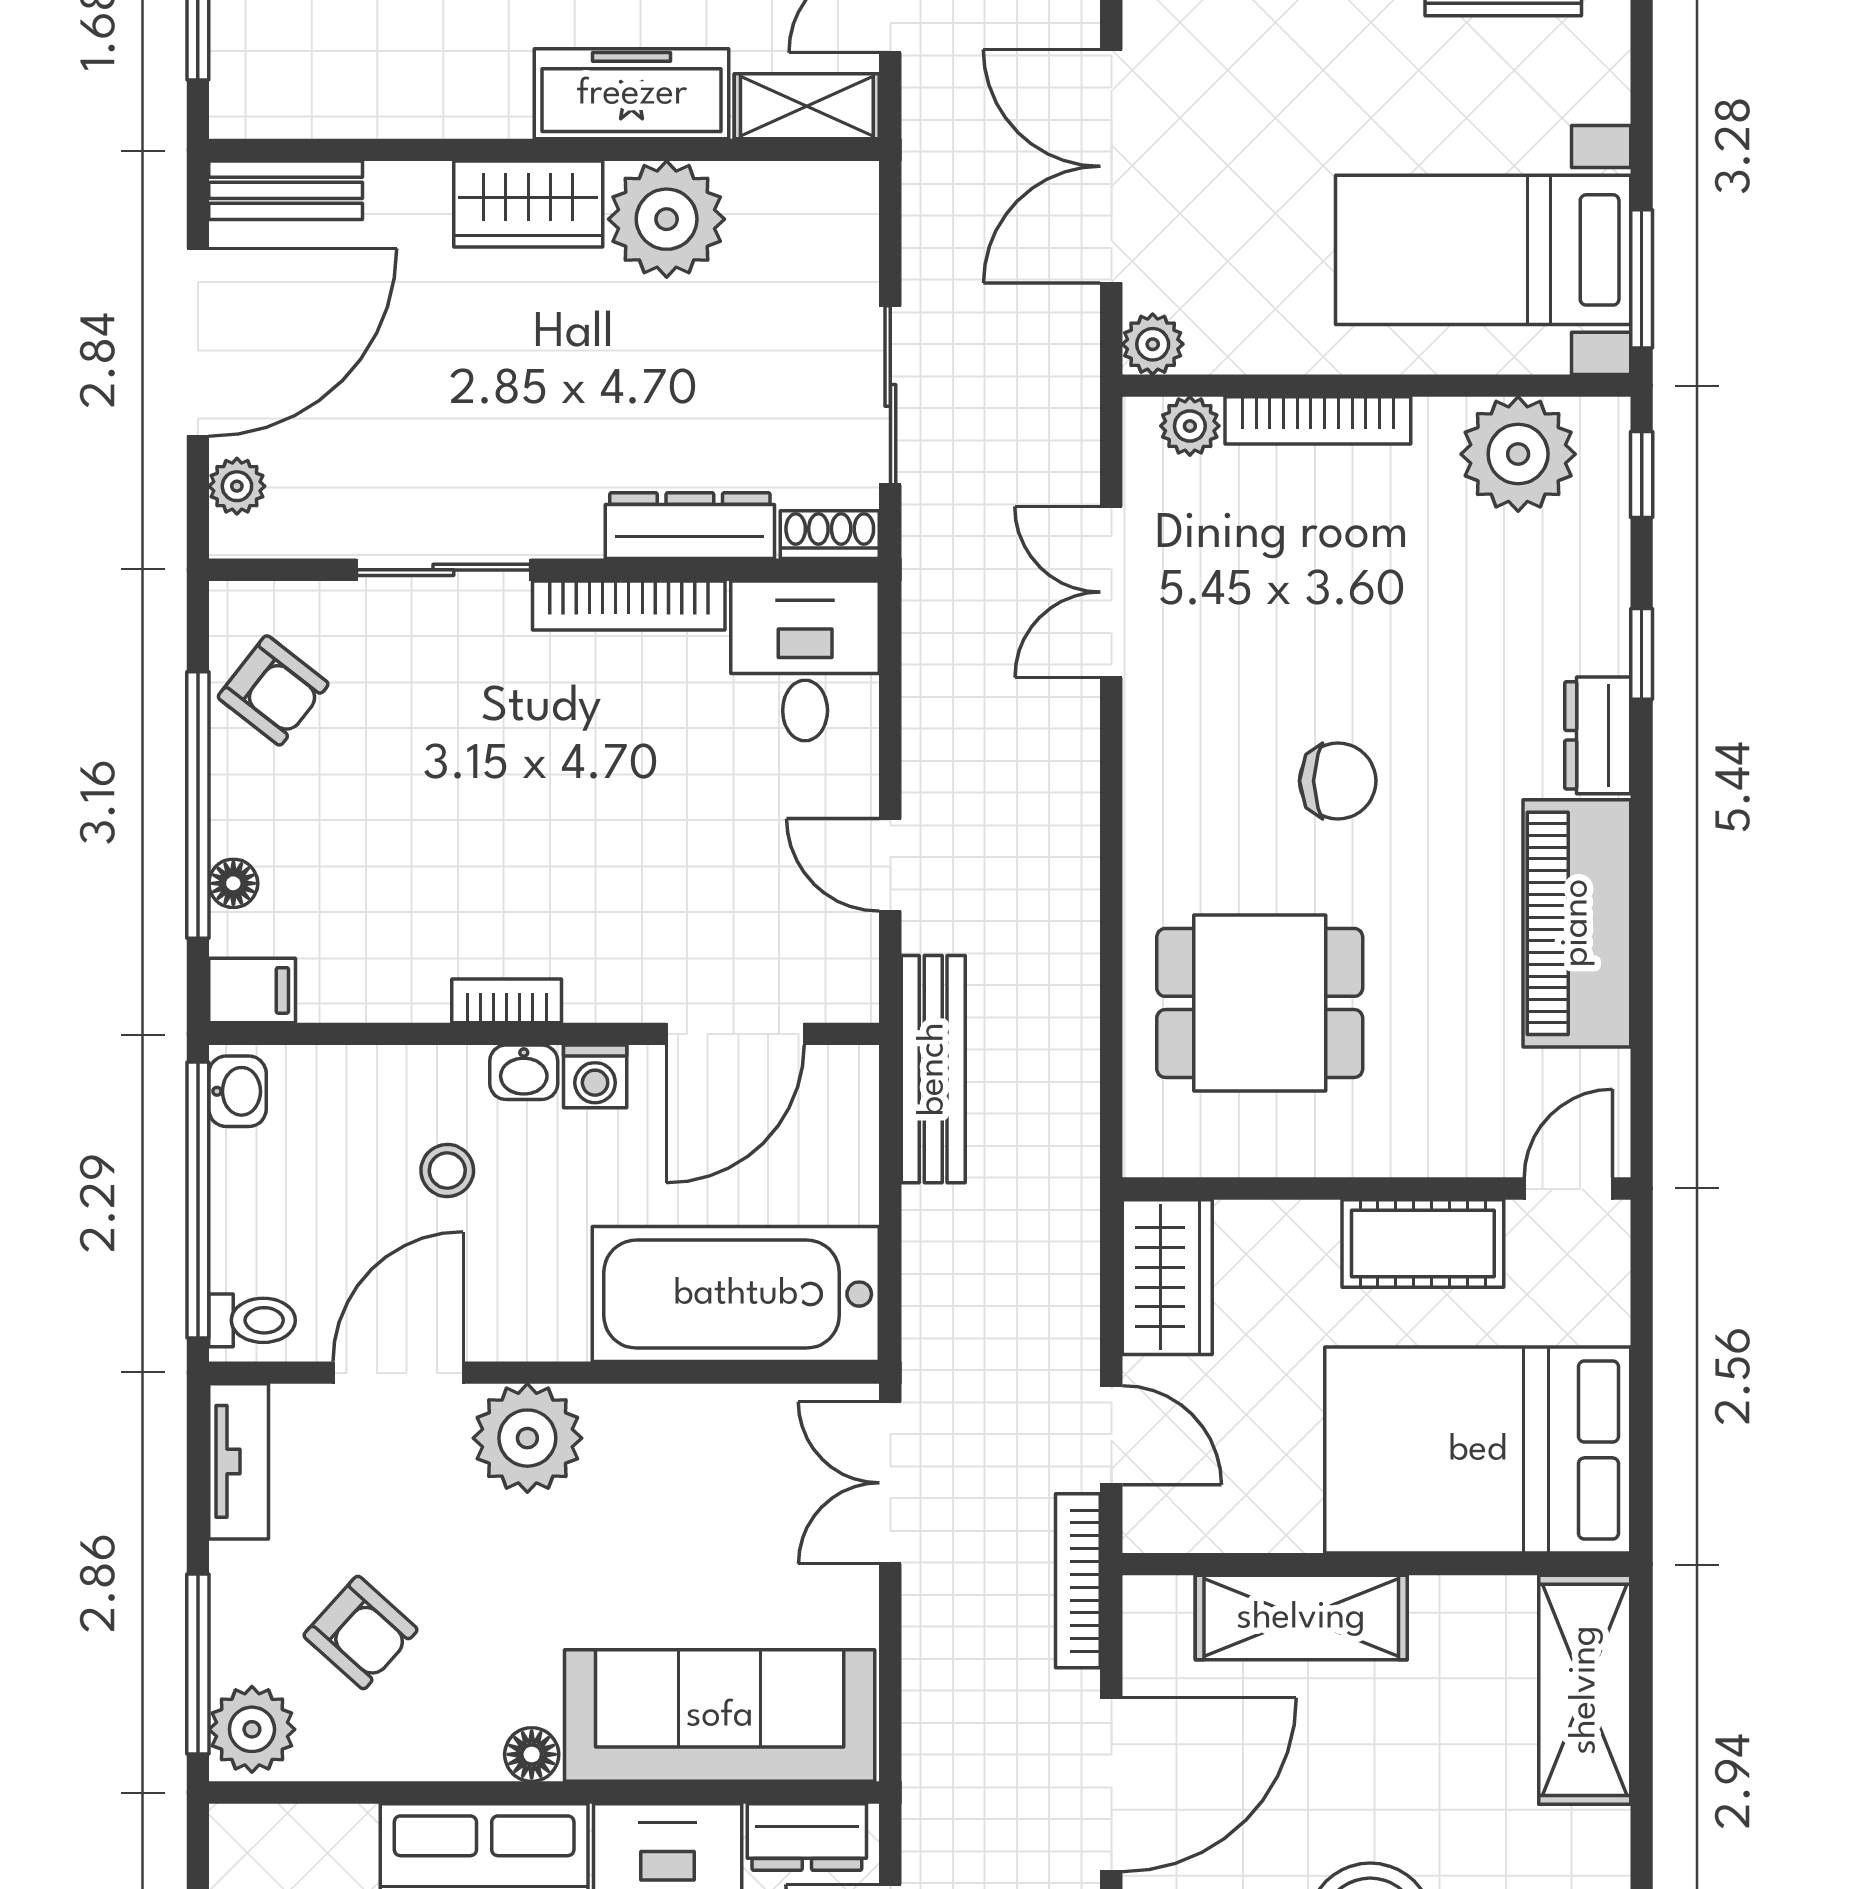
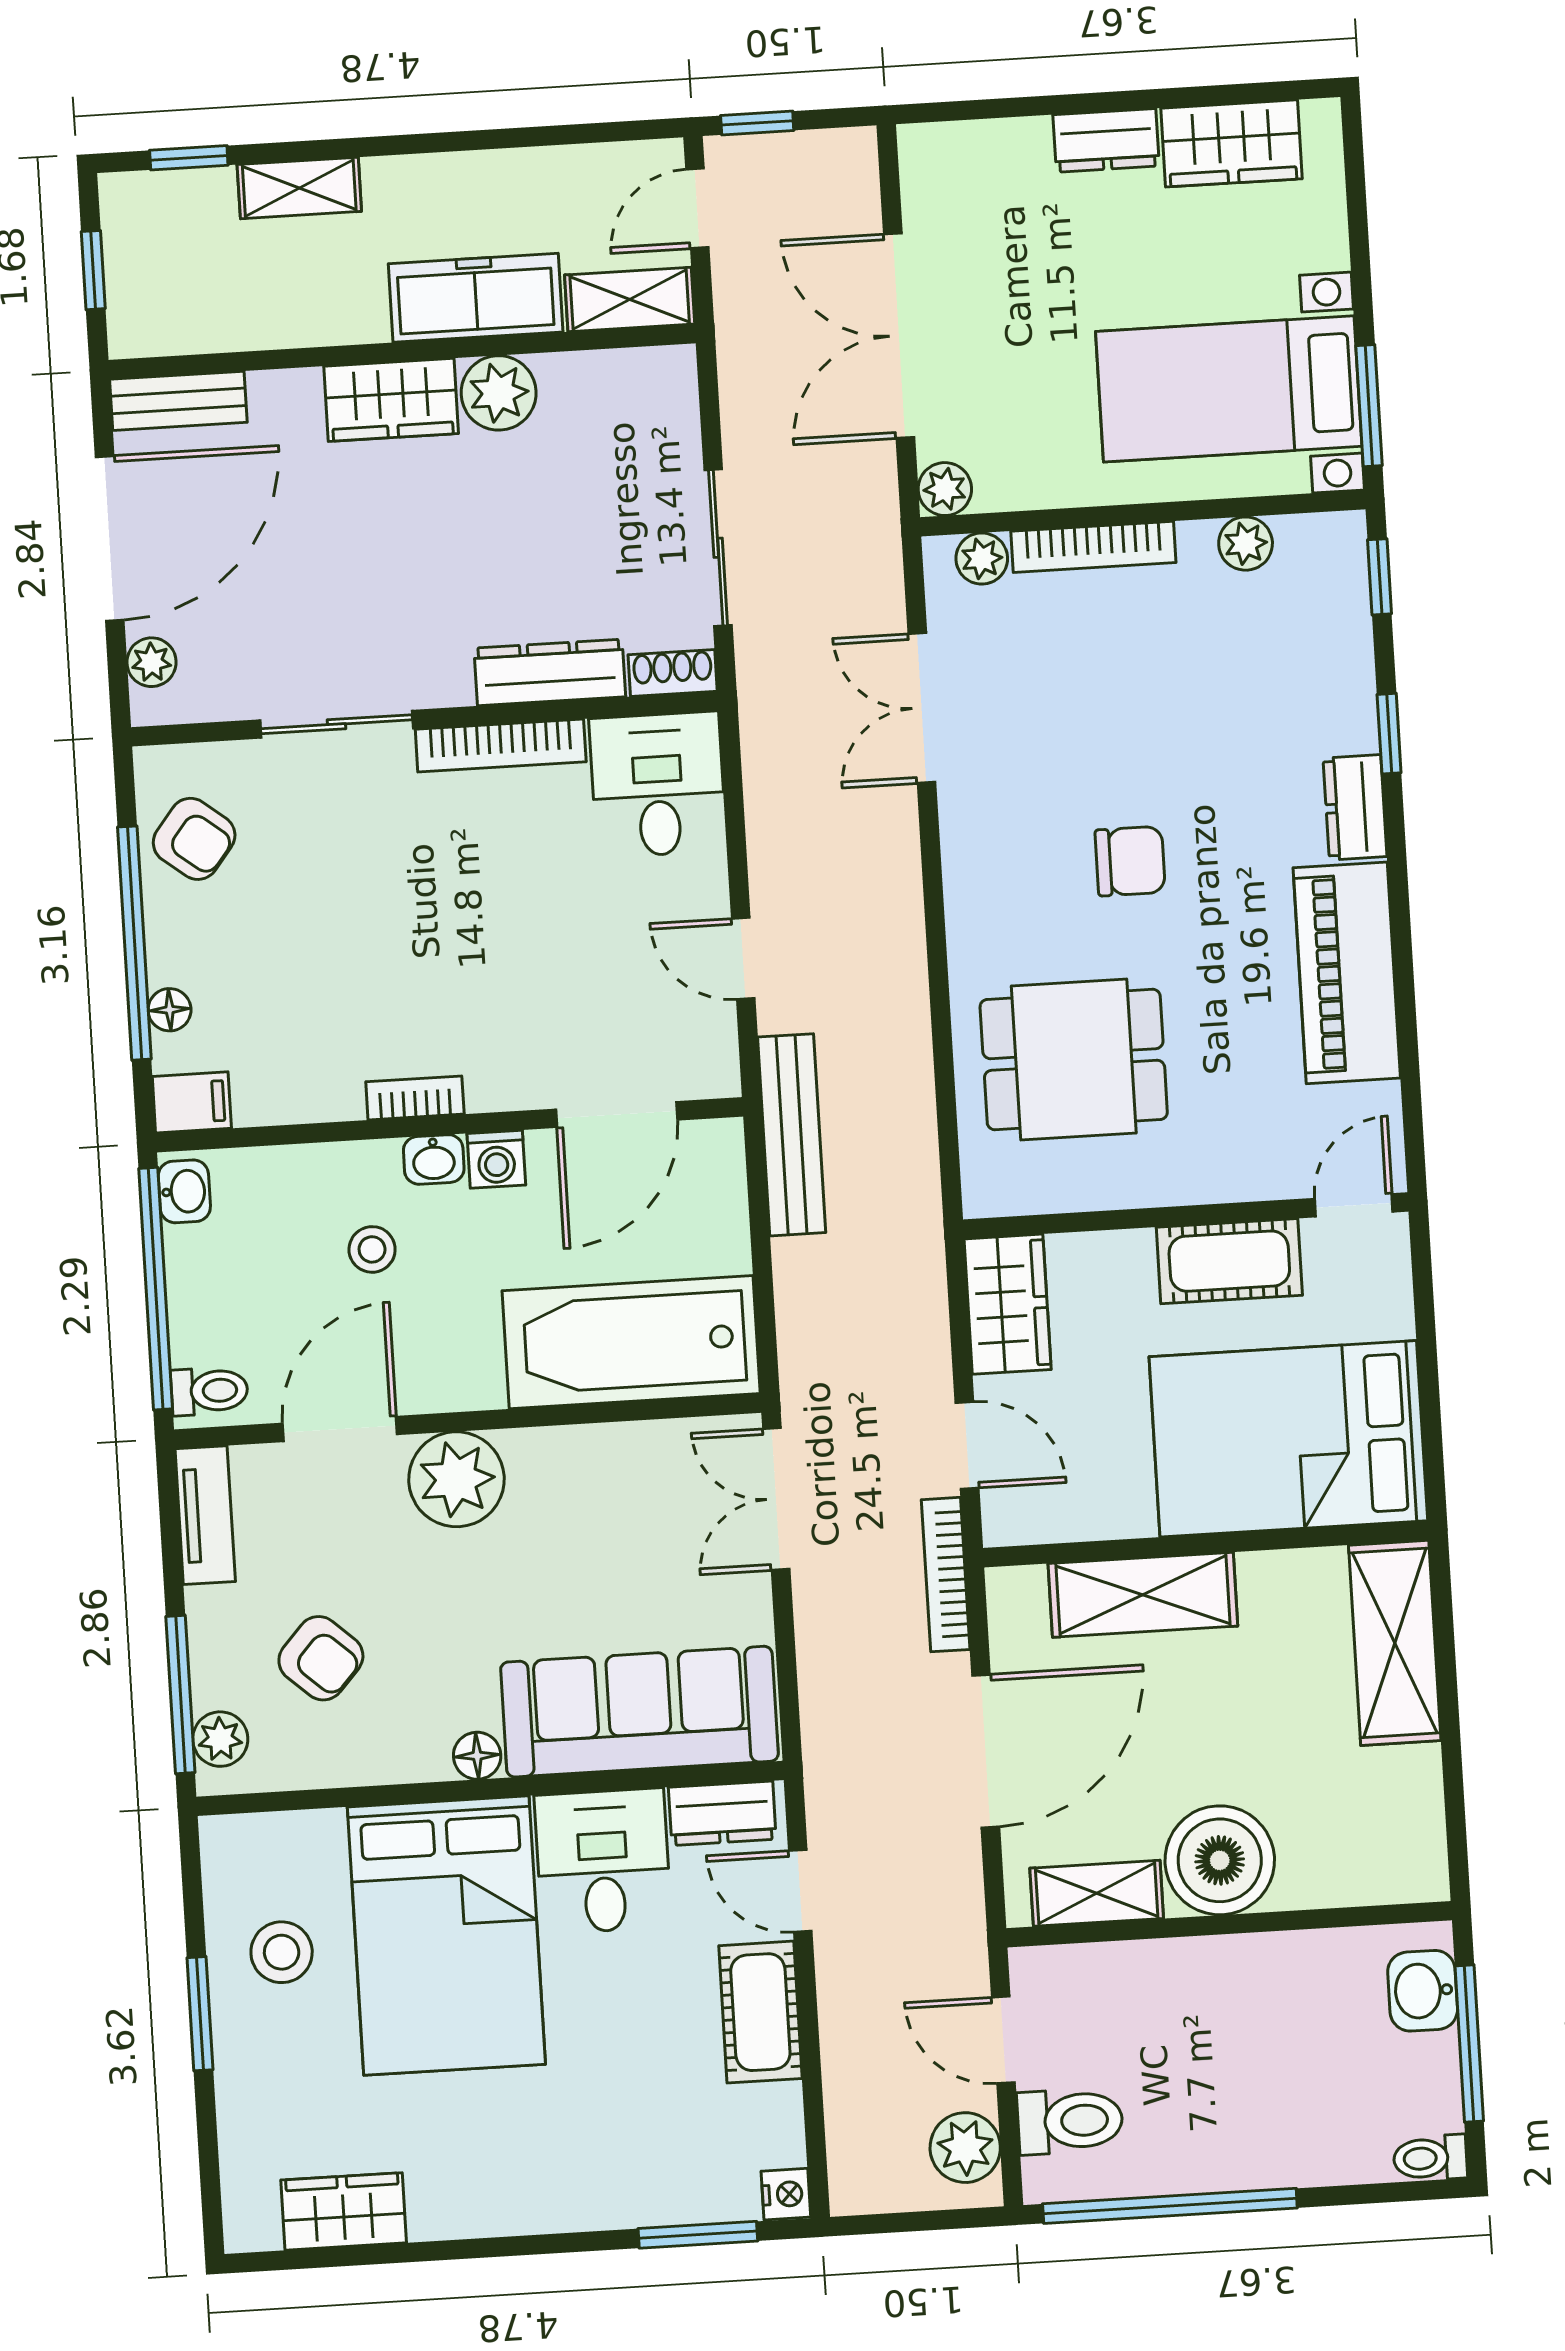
plant: (667, 219) -> (499, 393), width x0.73, depth x0.73
plant: (1518, 454) -> (1246, 544), width x0.53, depth x0.53
plant: (252, 1729) -> (220, 1739), width x0.73, depth x0.73

